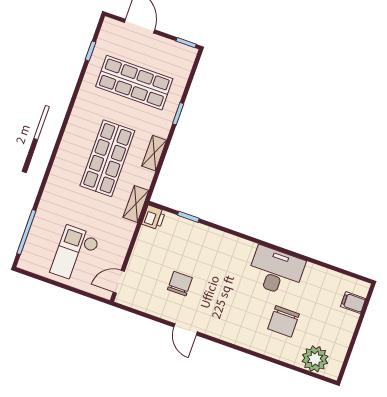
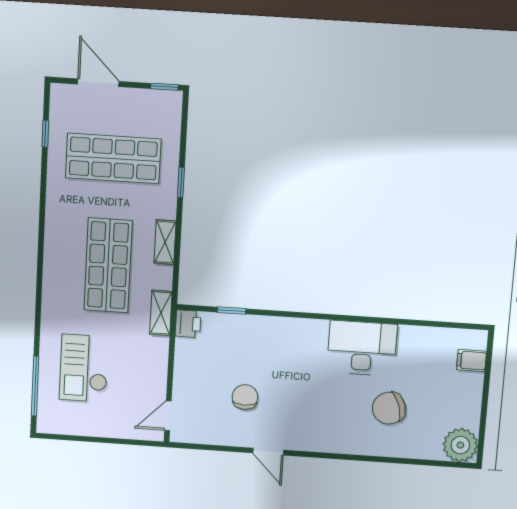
checkout: (75, 254) -> (84, 368), moved
chair: (283, 321) -> (389, 408), turned 72
plant: (315, 359) -> (460, 445), moved

